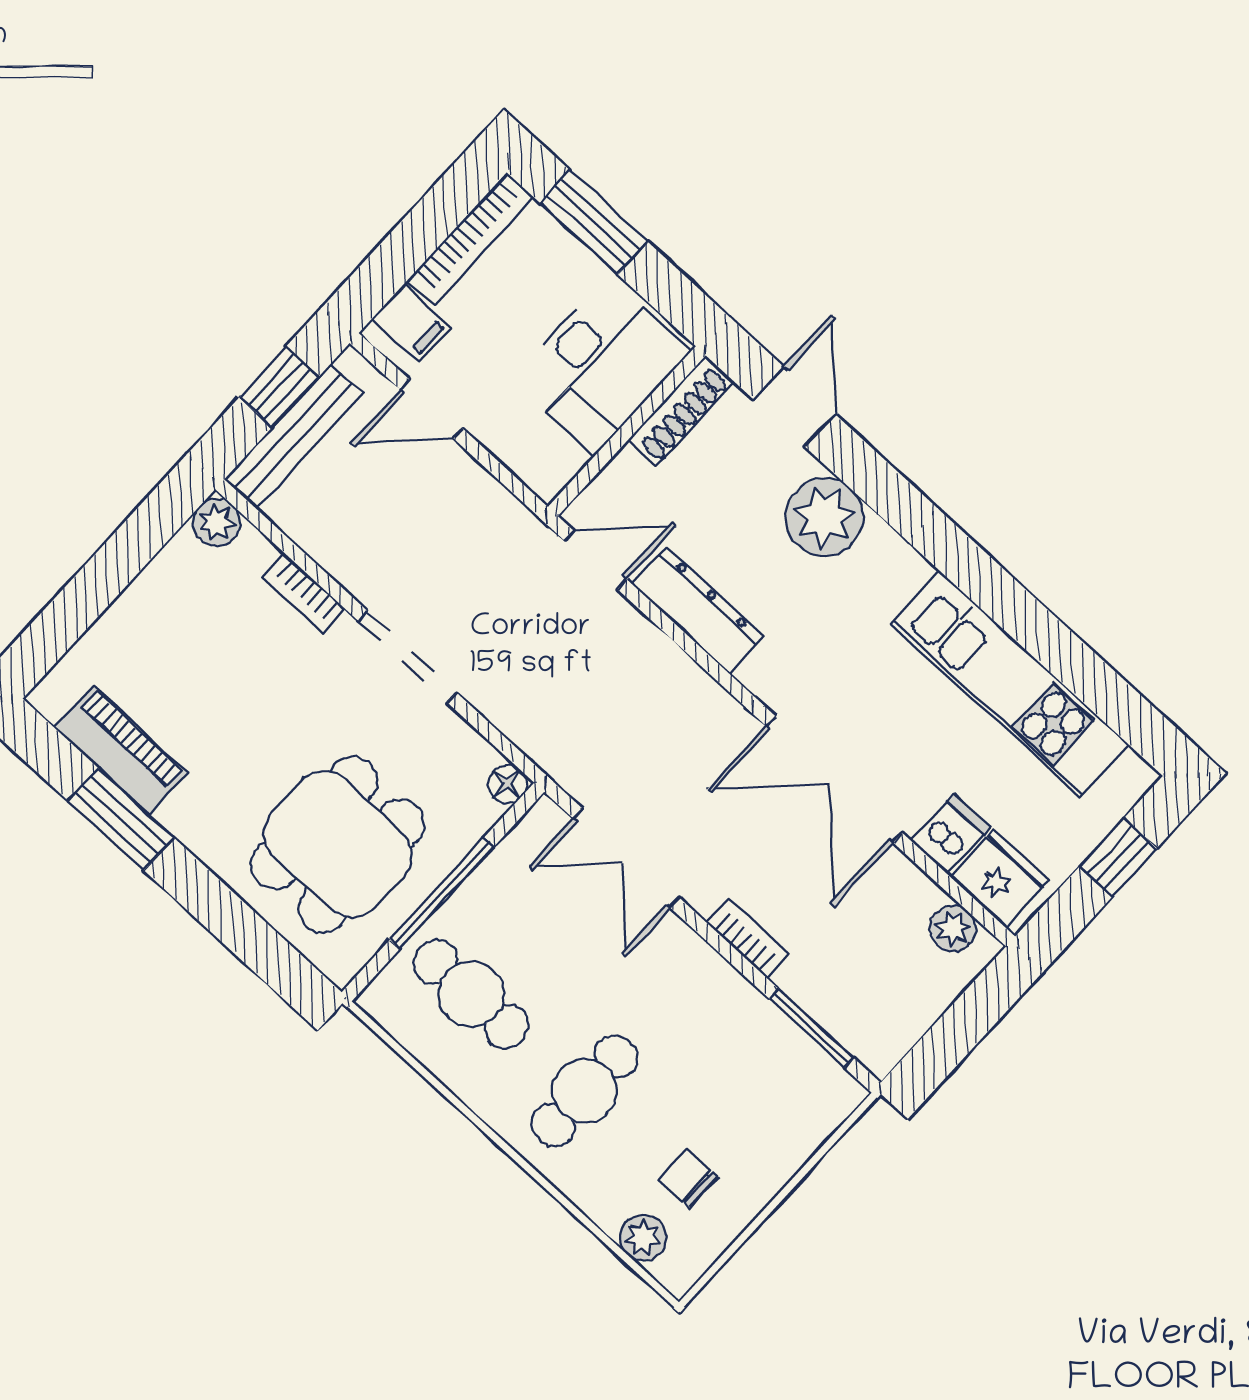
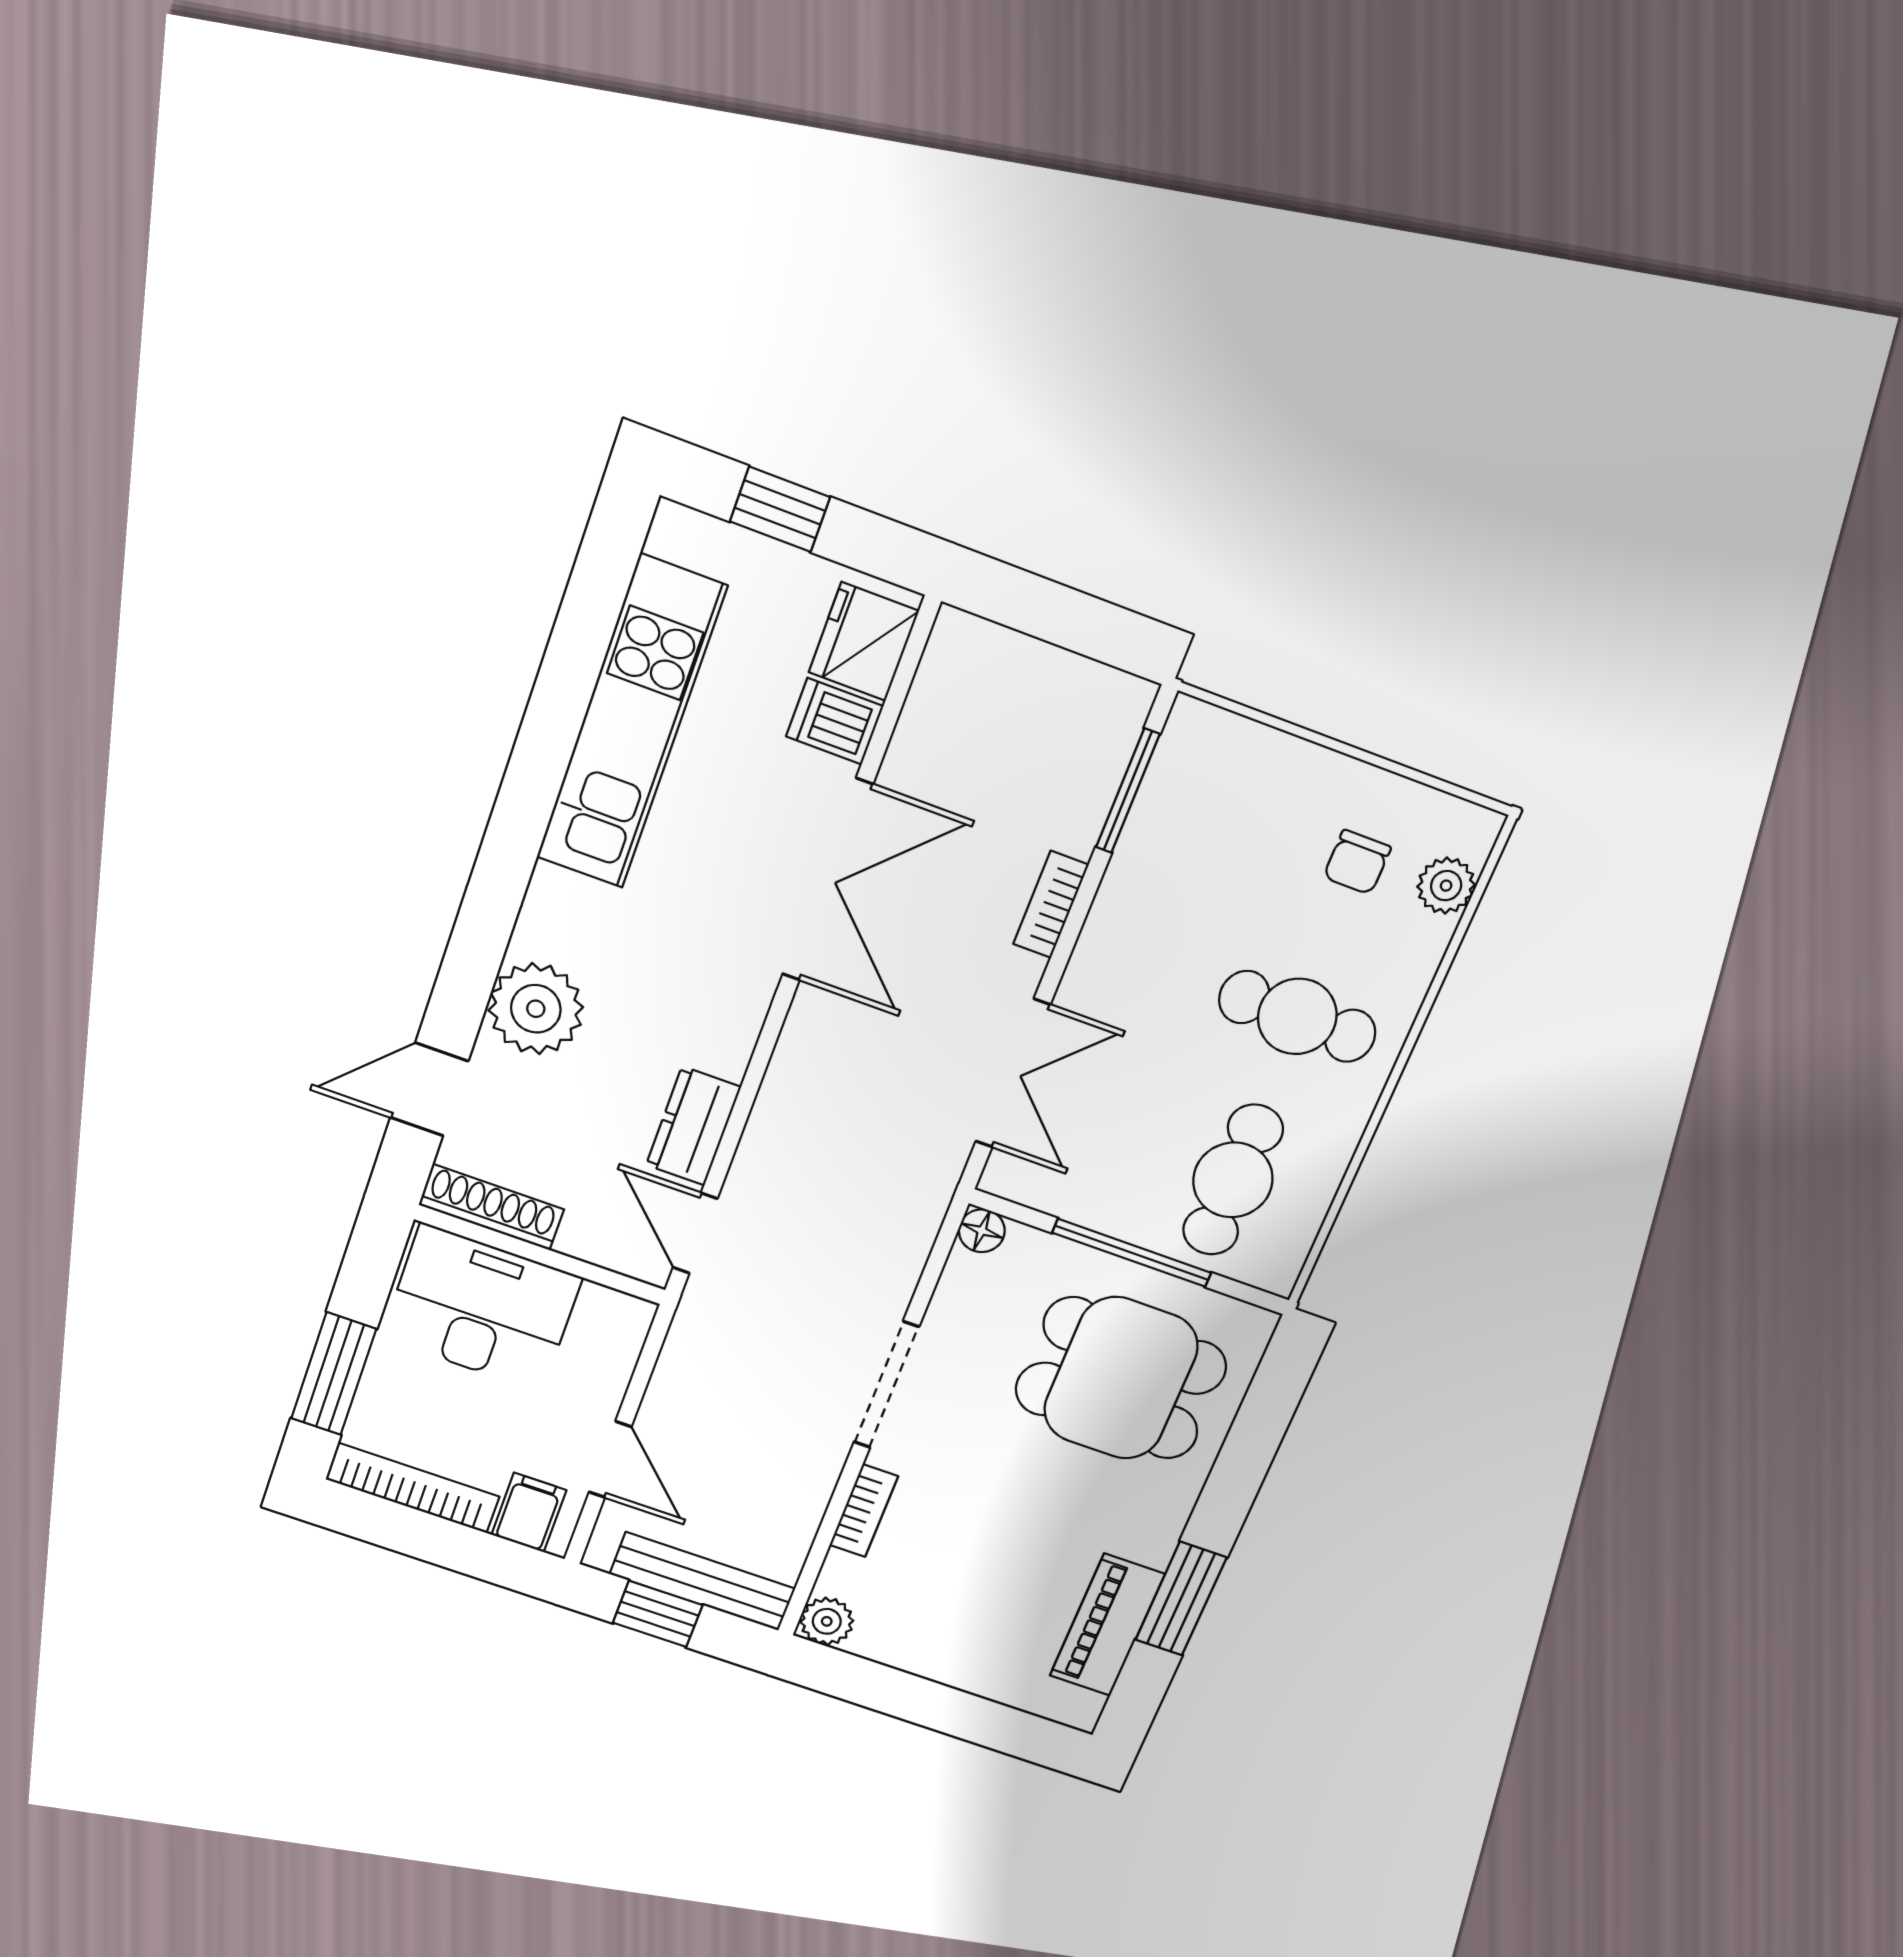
dresser: (698, 610) -> (693, 1126), width x0.70
plant: (953, 928) -> (945, 673), removed

